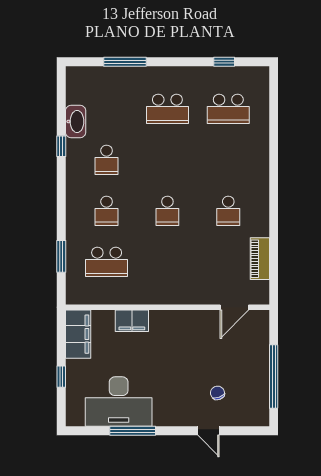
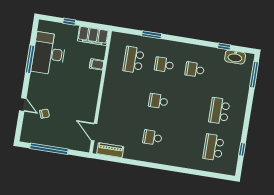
window: (125, 62) -> (254, 75), moved
washbasin: (76, 122) -> (235, 57), moved
window: (61, 146) -> (224, 46), moved
window: (61, 256) -> (152, 35), moved
piano: (260, 259) -> (110, 150), moved
filing cabinet: (132, 321) -> (97, 64), width x0.50
door: (208, 431) -> (23, 105), swing flipped

